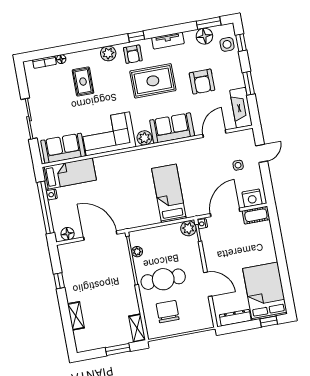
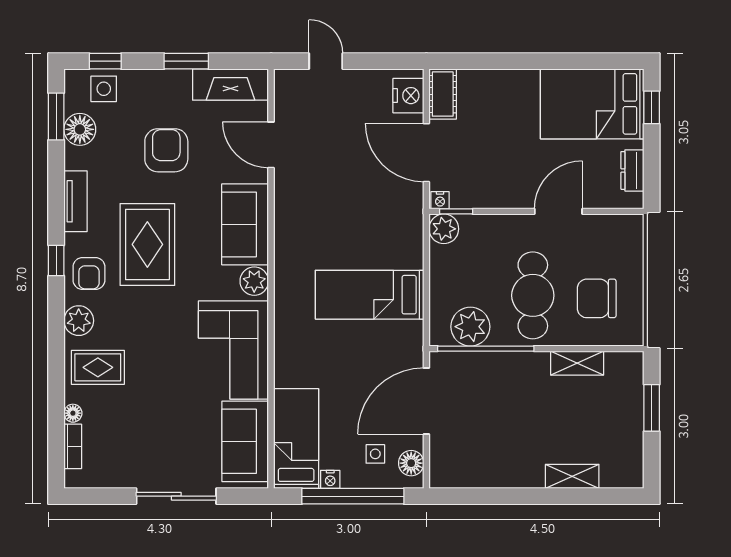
armchair: (133, 54) -> (89, 273), turned 90
rug: (83, 82) -> (98, 367), moved
armchair: (202, 82) -> (166, 150), turned -90
side table: (238, 165) -> (375, 454), moved
bed: (169, 193) -> (370, 295), moved
plant: (137, 252) -> (470, 327), width x1.87, depth x1.87
window: (59, 281) -> (499, 496), removed
dresser: (235, 318) -> (632, 170), width x0.70
shelving: (137, 328) -> (577, 363), moved

